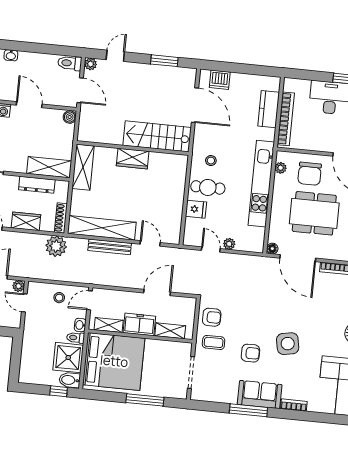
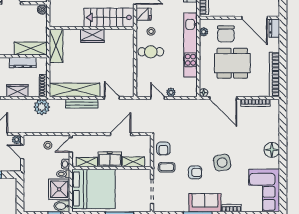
fridge: (196, 209) -> (144, 14), moved
armchair: (212, 317) -> (163, 148), turned 89

